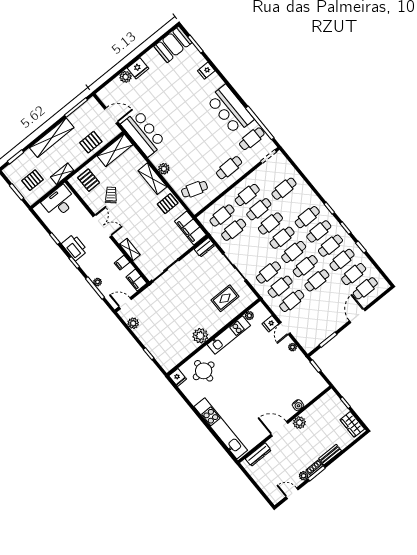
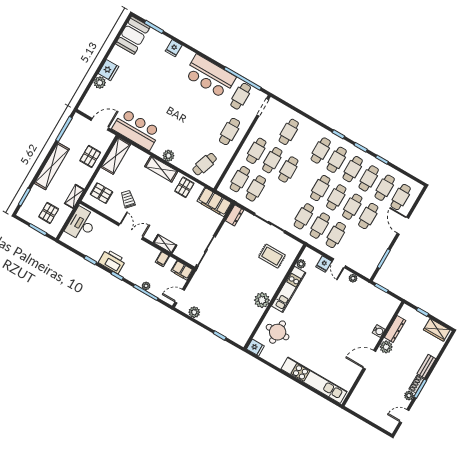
cafe table: (282, 238) -> (368, 216), moved
rug: (225, 298) -> (272, 256), turned 90
dresser: (258, 455) -> (395, 329), moved

